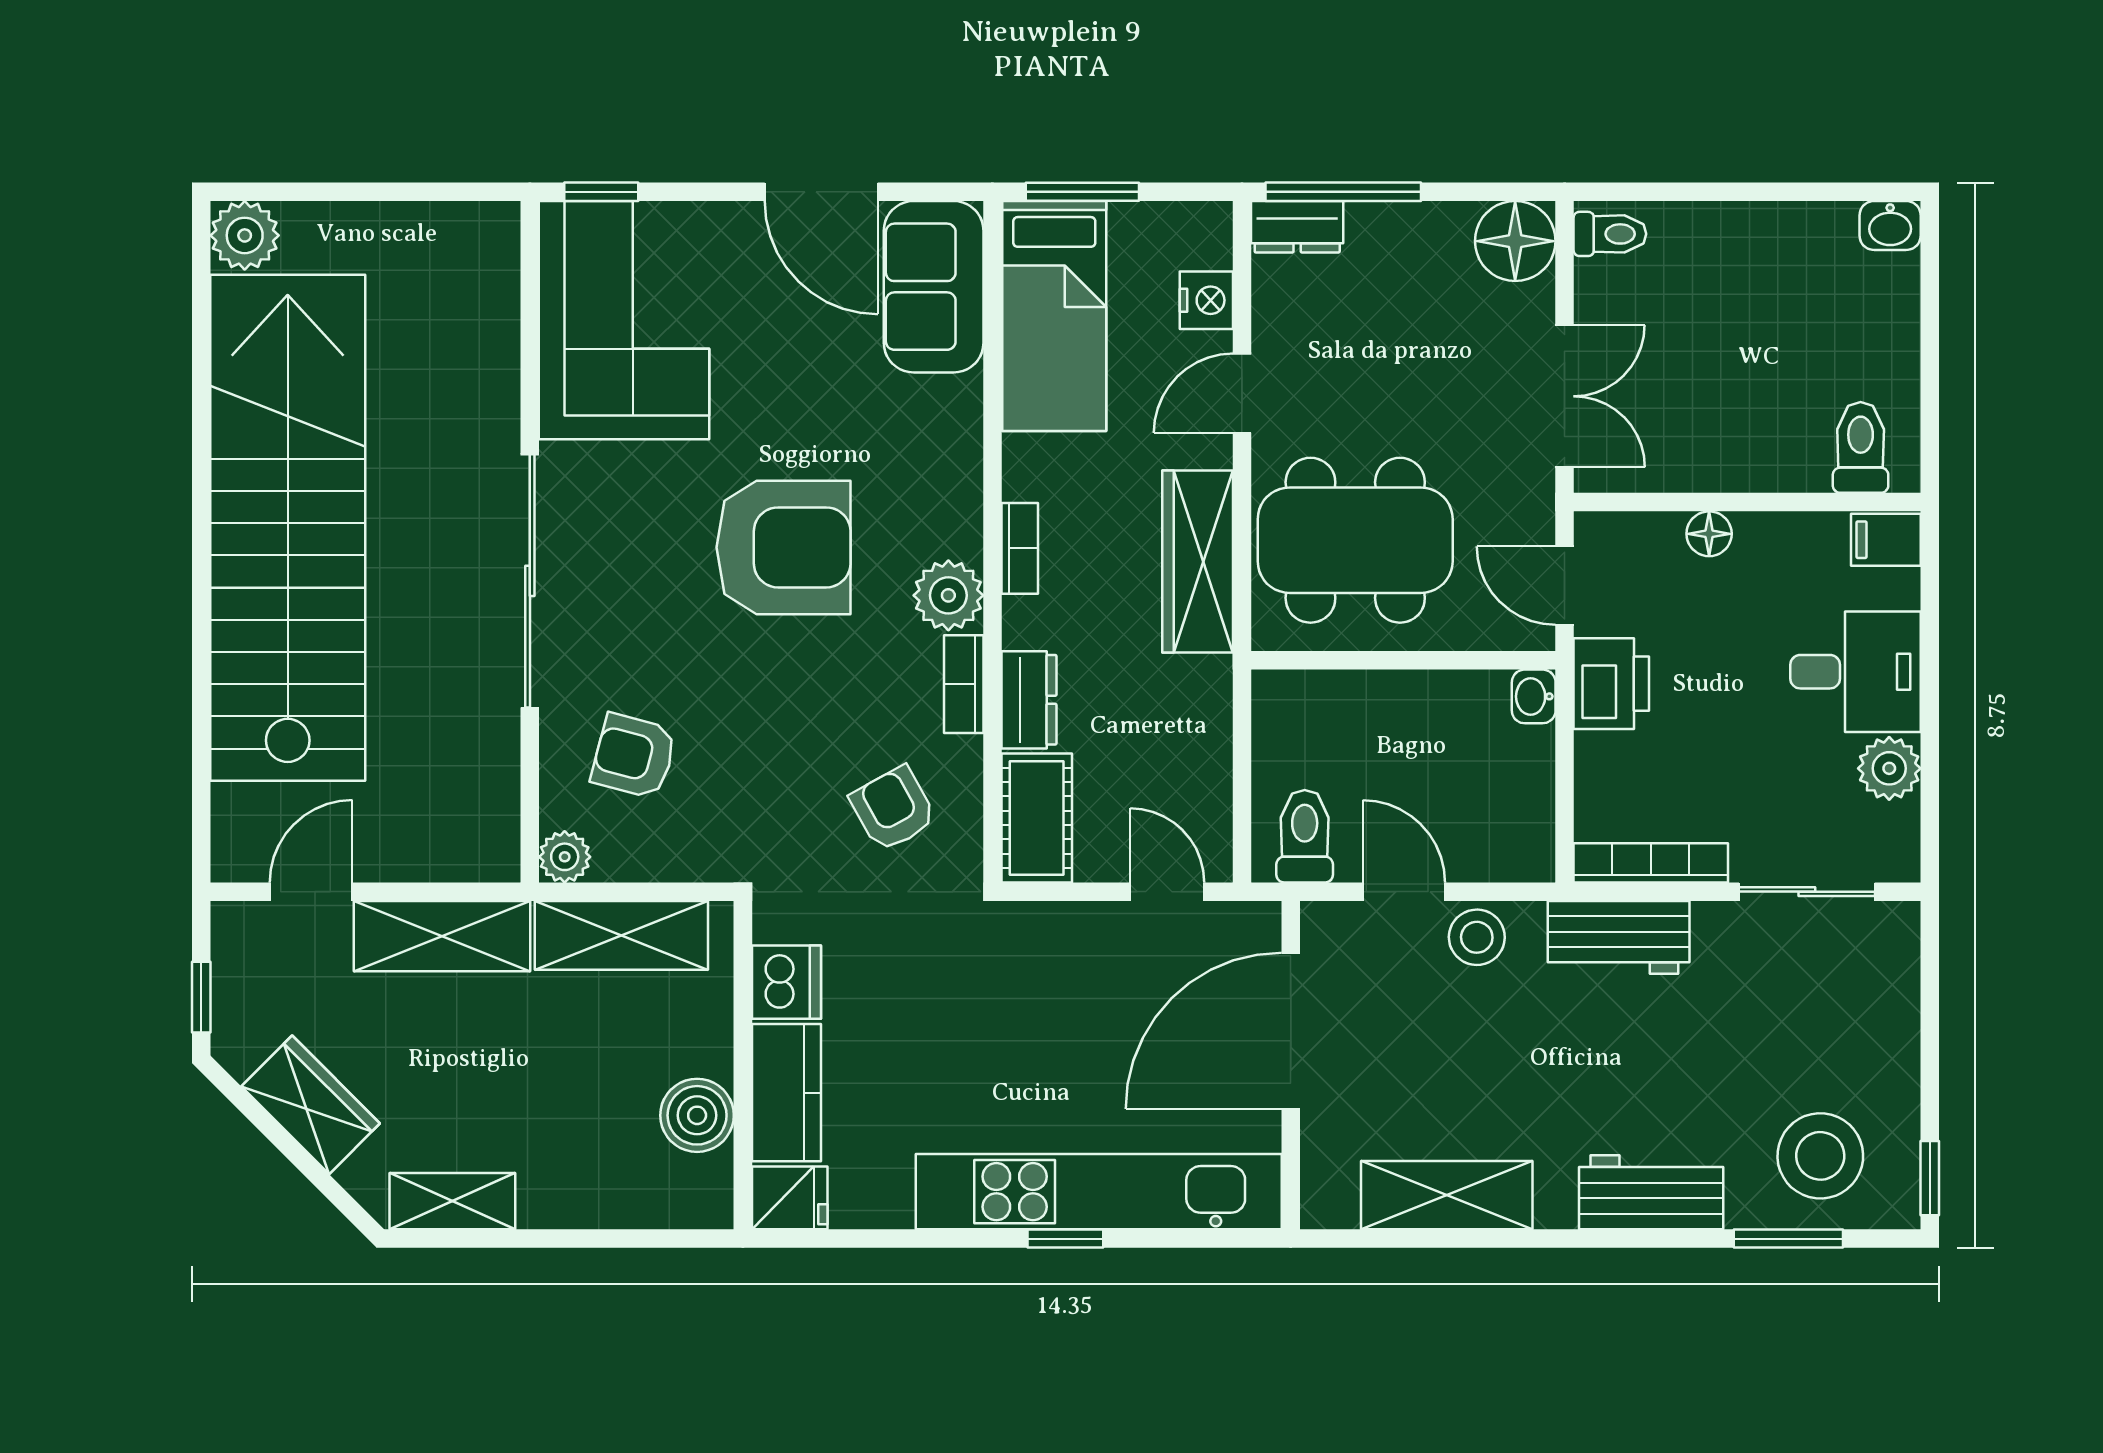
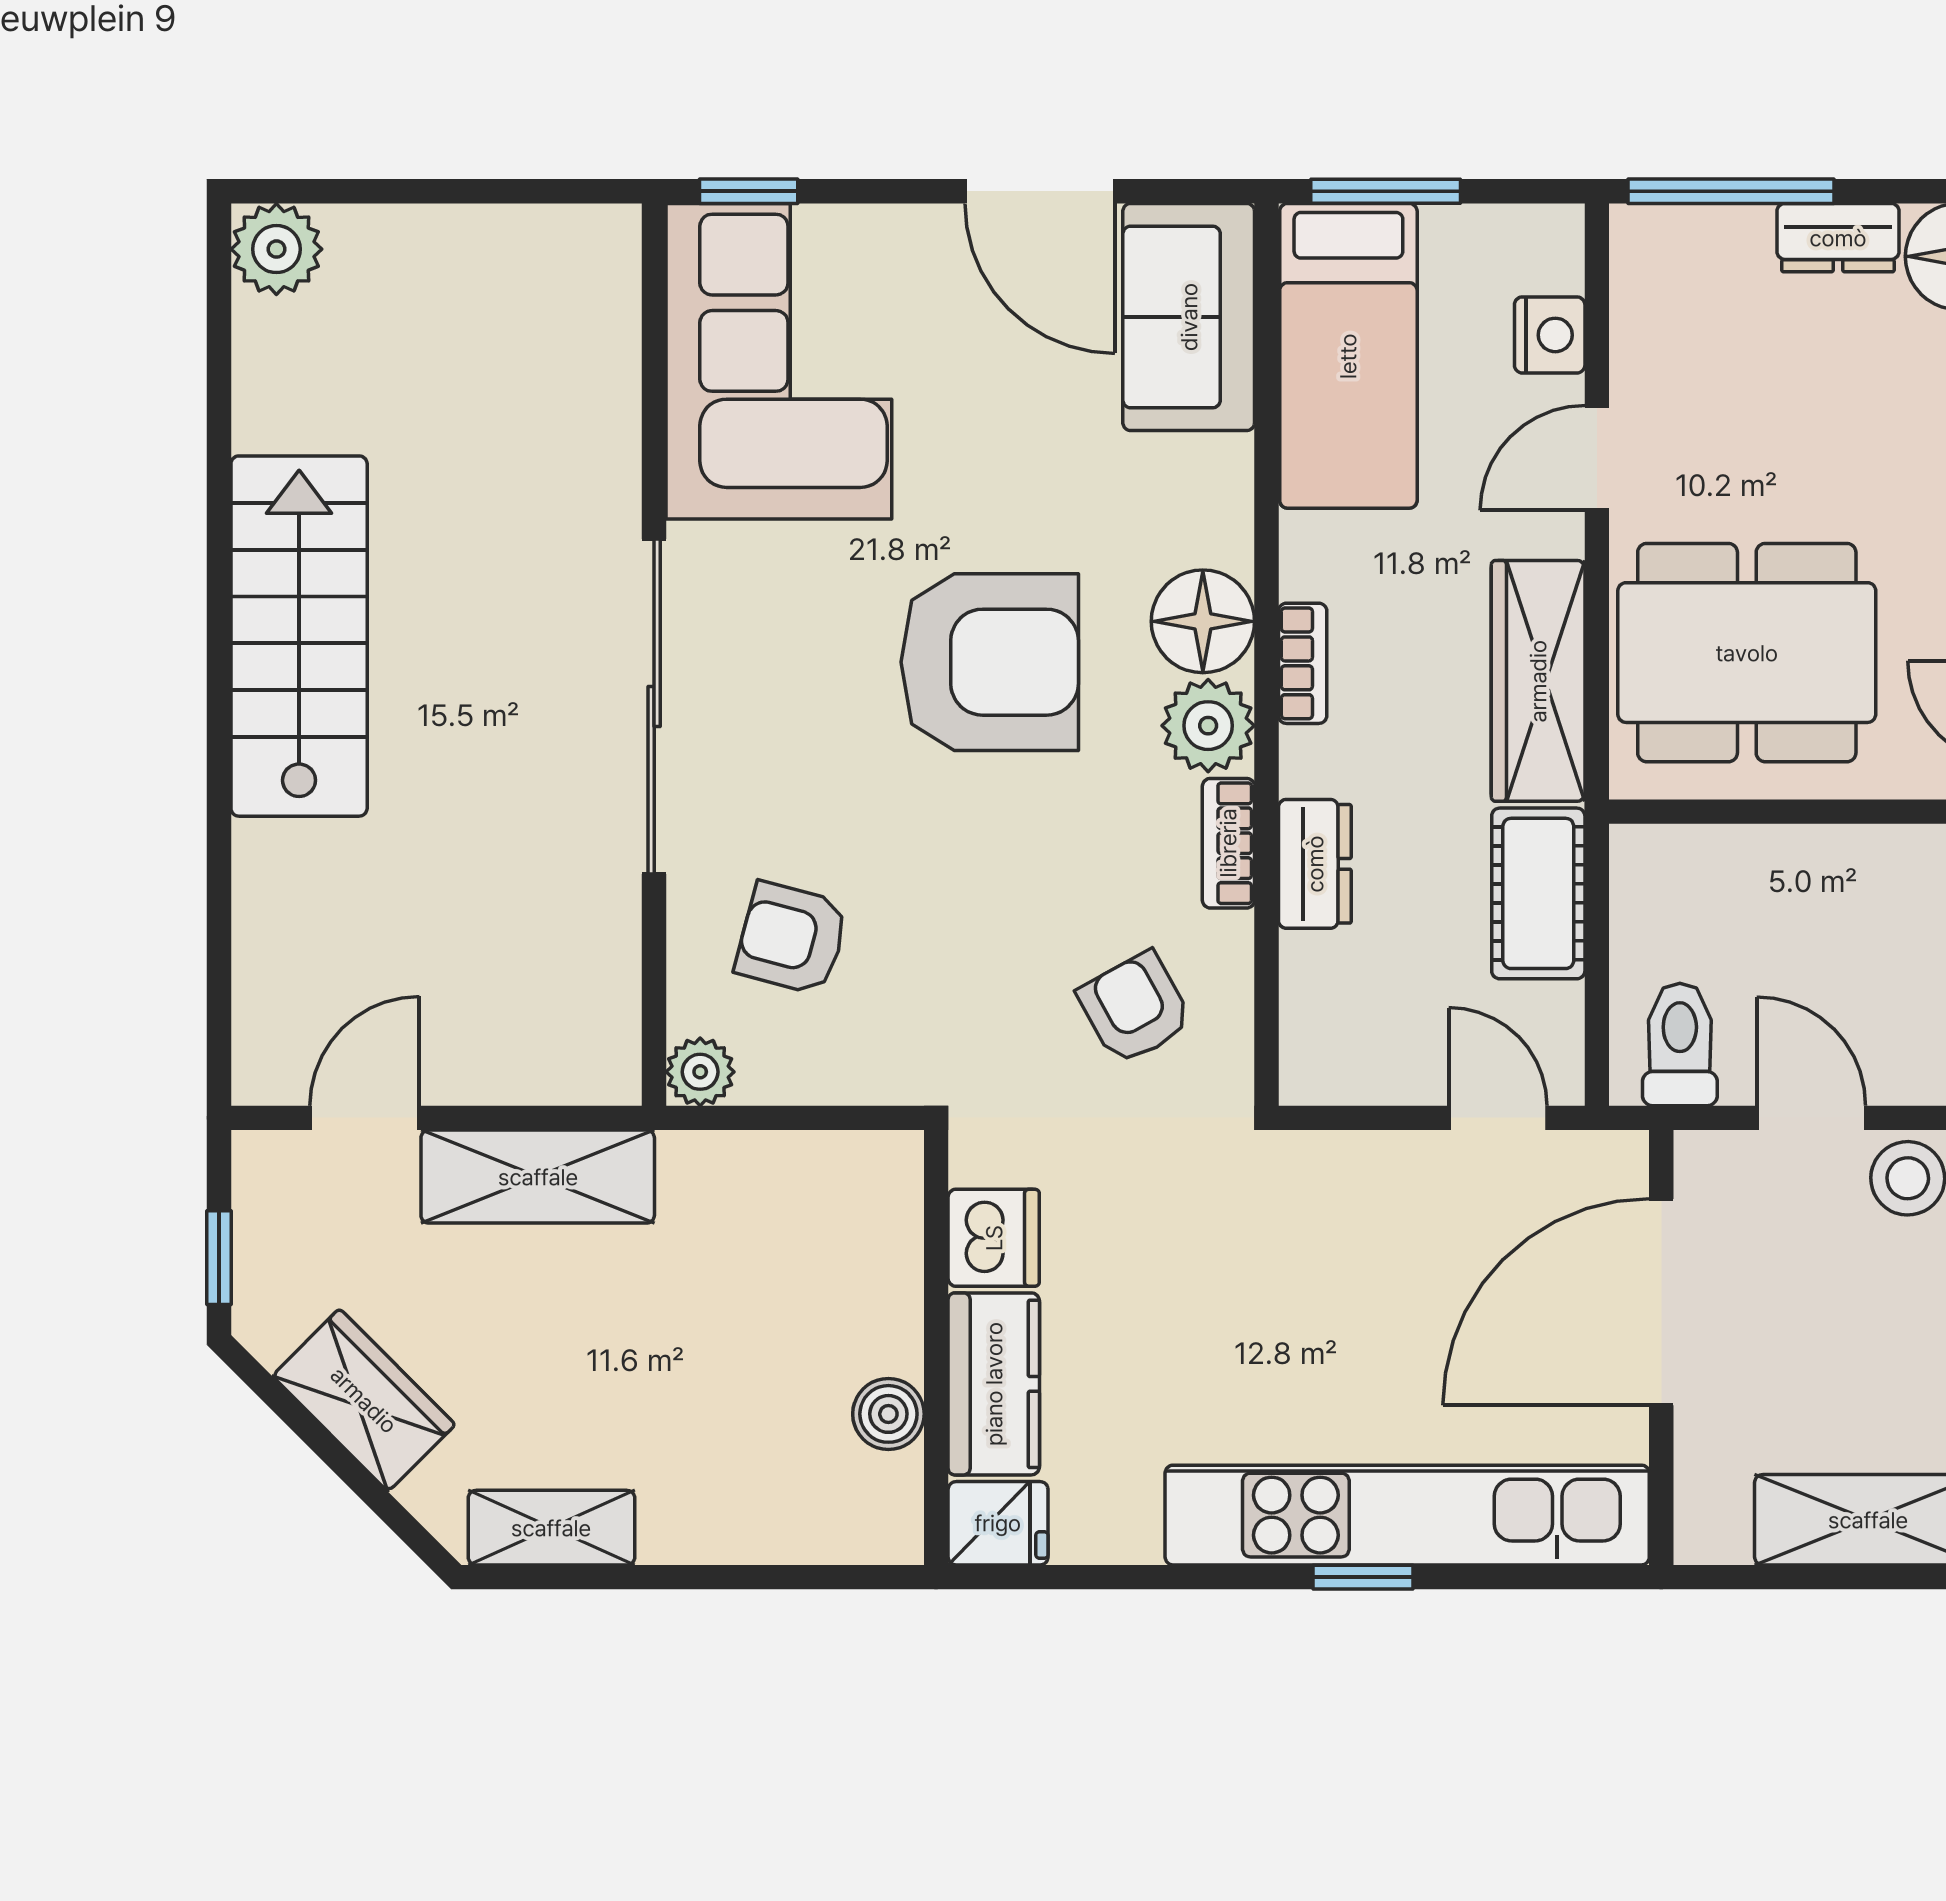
dresser: (1297, 227) -> (1838, 238), moved
floor lamp: (944, 517) -> (1203, 621), added
stairs: (288, 528) -> (299, 636), width x0.54, depth x0.66
cot: (1037, 818) -> (1538, 893), moved
shelving: (621, 935) -> (775, 1176), removed
boiler: (697, 1115) -> (888, 1414), width x0.73, depth x0.73

